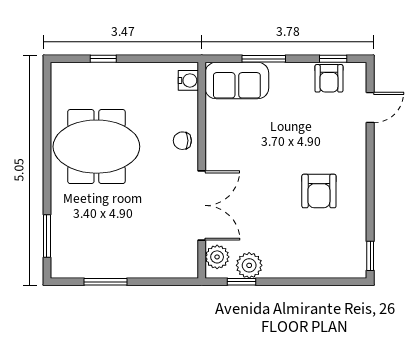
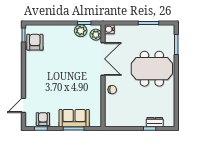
dresser: (93, 72) -> (155, 122), added
water cooler: (188, 80) -> (109, 29), moved
sofa: (237, 81) -> (74, 118), moved
meeting table: (96, 147) -> (152, 69), moved
armchair: (319, 191) -> (35, 42), moved
double door: (202, 205) -> (103, 59), swing flipped

